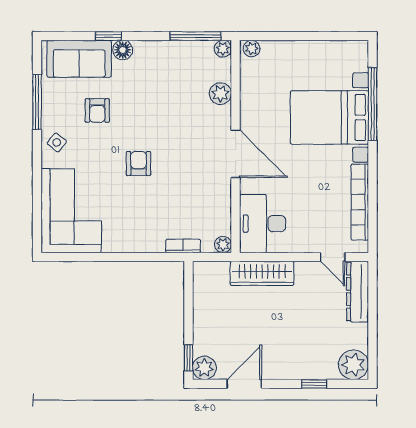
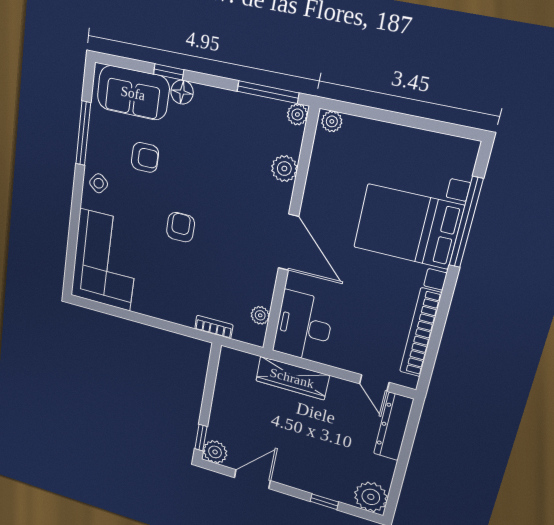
armchair: (97, 110) -> (145, 157), turned -90
plant: (223, 245) -> (260, 315), moved

